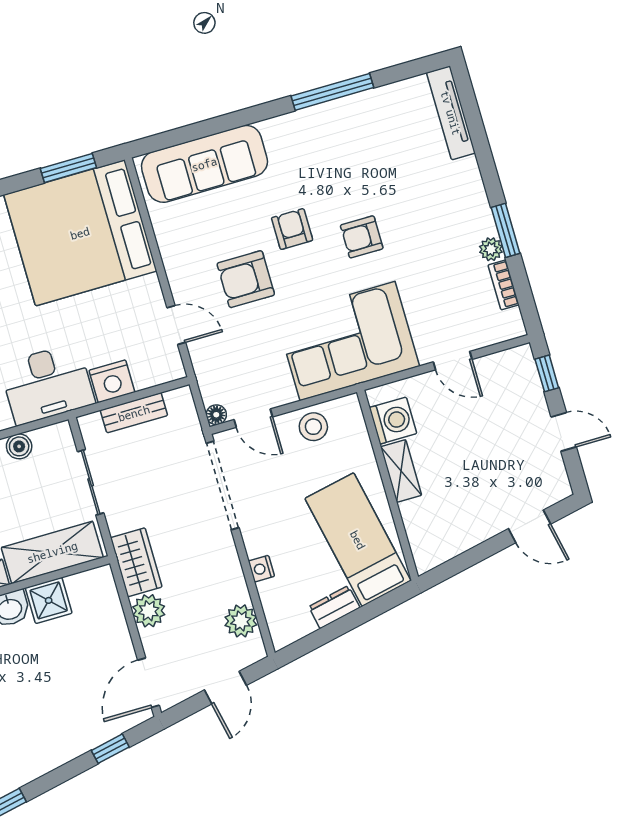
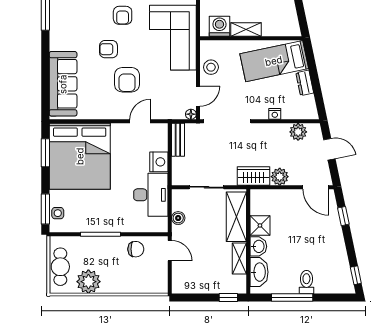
bench: (134, 413) -> (178, 140), moved

